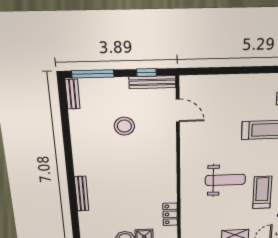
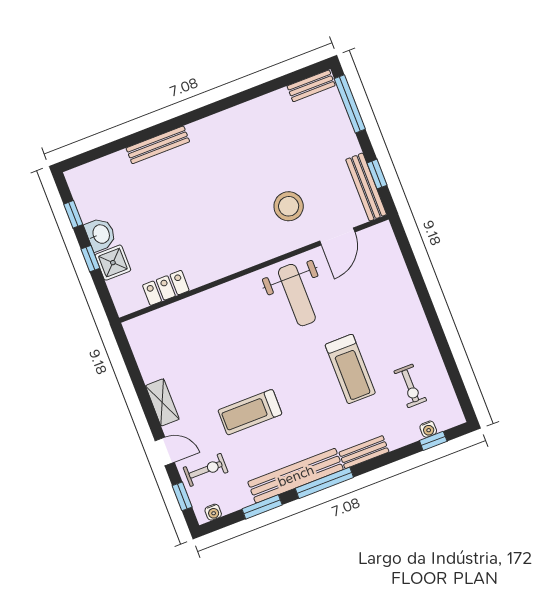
stool: (124, 126) -> (289, 206), moved
weight bench: (225, 180) -> (297, 295), moved
treadmill: (262, 192) -> (250, 412), turned 180

